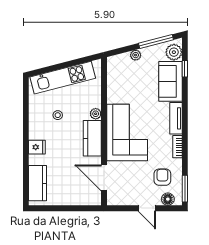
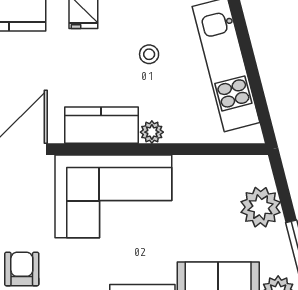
plant: (136, 55) -> (261, 207), width x1.88, depth x1.88
armchair: (162, 177) -> (22, 269), turned -90

